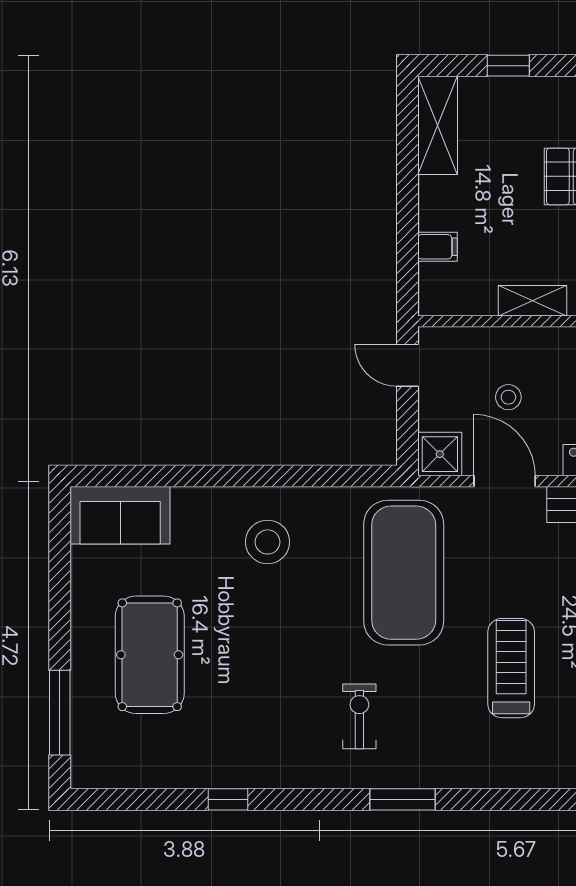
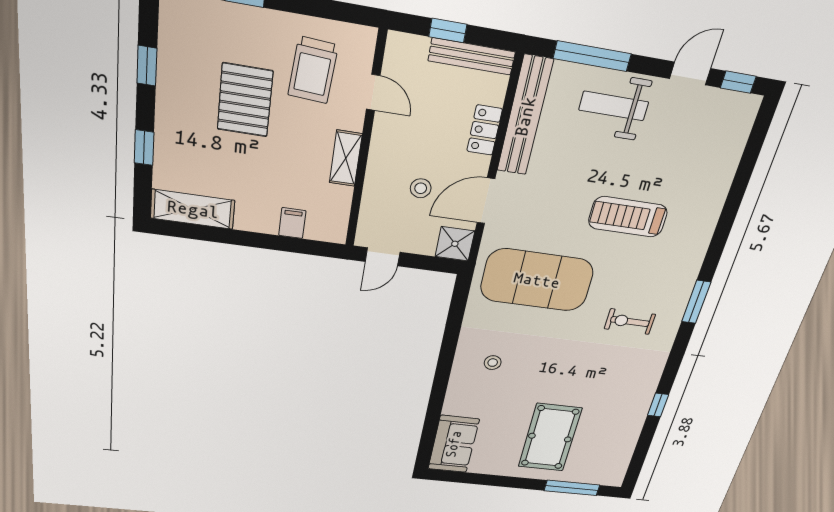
stool: (268, 542) -> (493, 363), width x0.53, depth x0.53
pool table: (150, 655) -> (550, 438), turned 90

